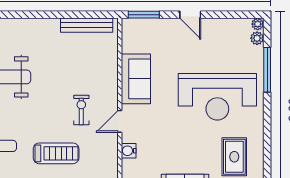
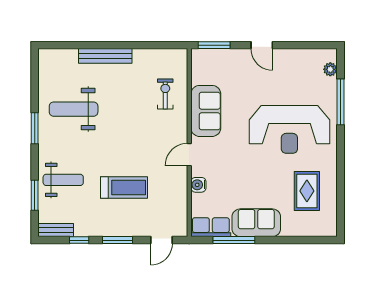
plant: (258, 24) -> (331, 55), removed
bench: (87, 25) -> (105, 56), moved
exercise bike: (81, 110) -> (165, 94), moved

